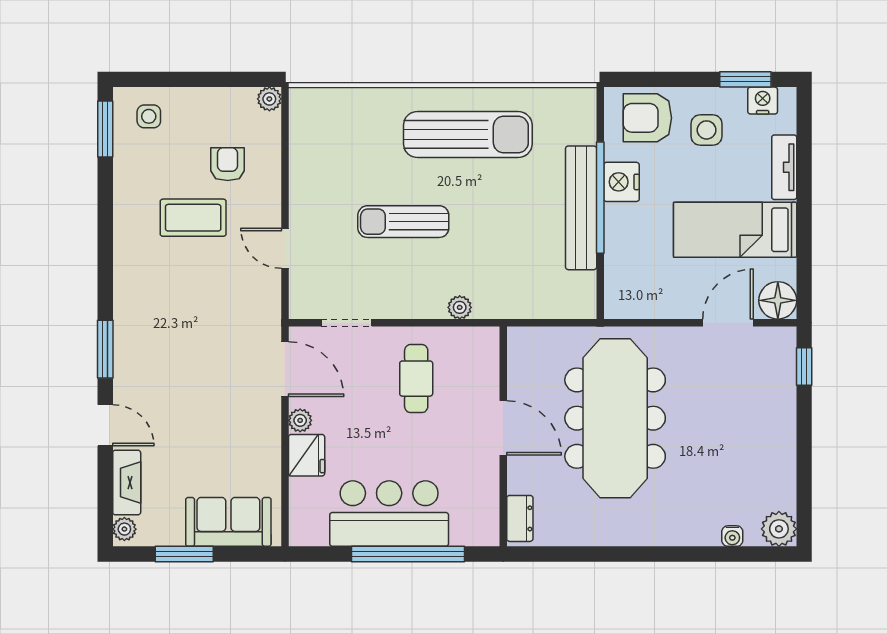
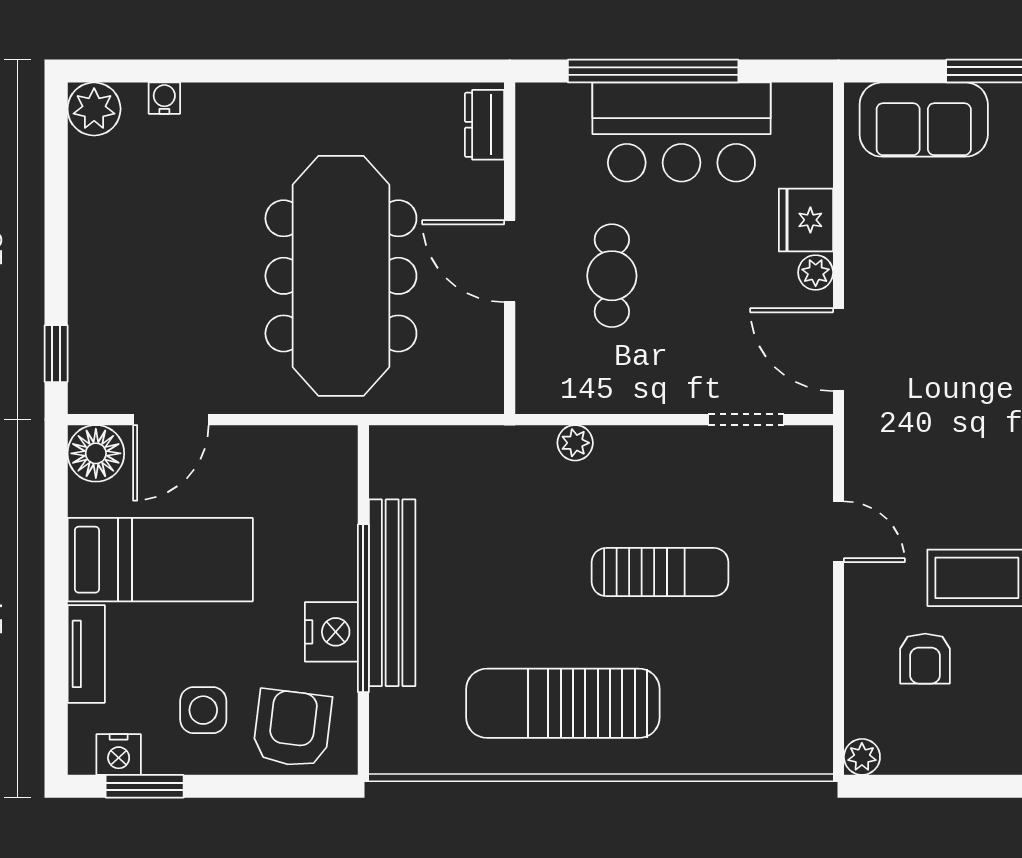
armchair: (647, 118) -> (292, 728), turned -83
cafe table: (416, 379) -> (612, 276), moved

